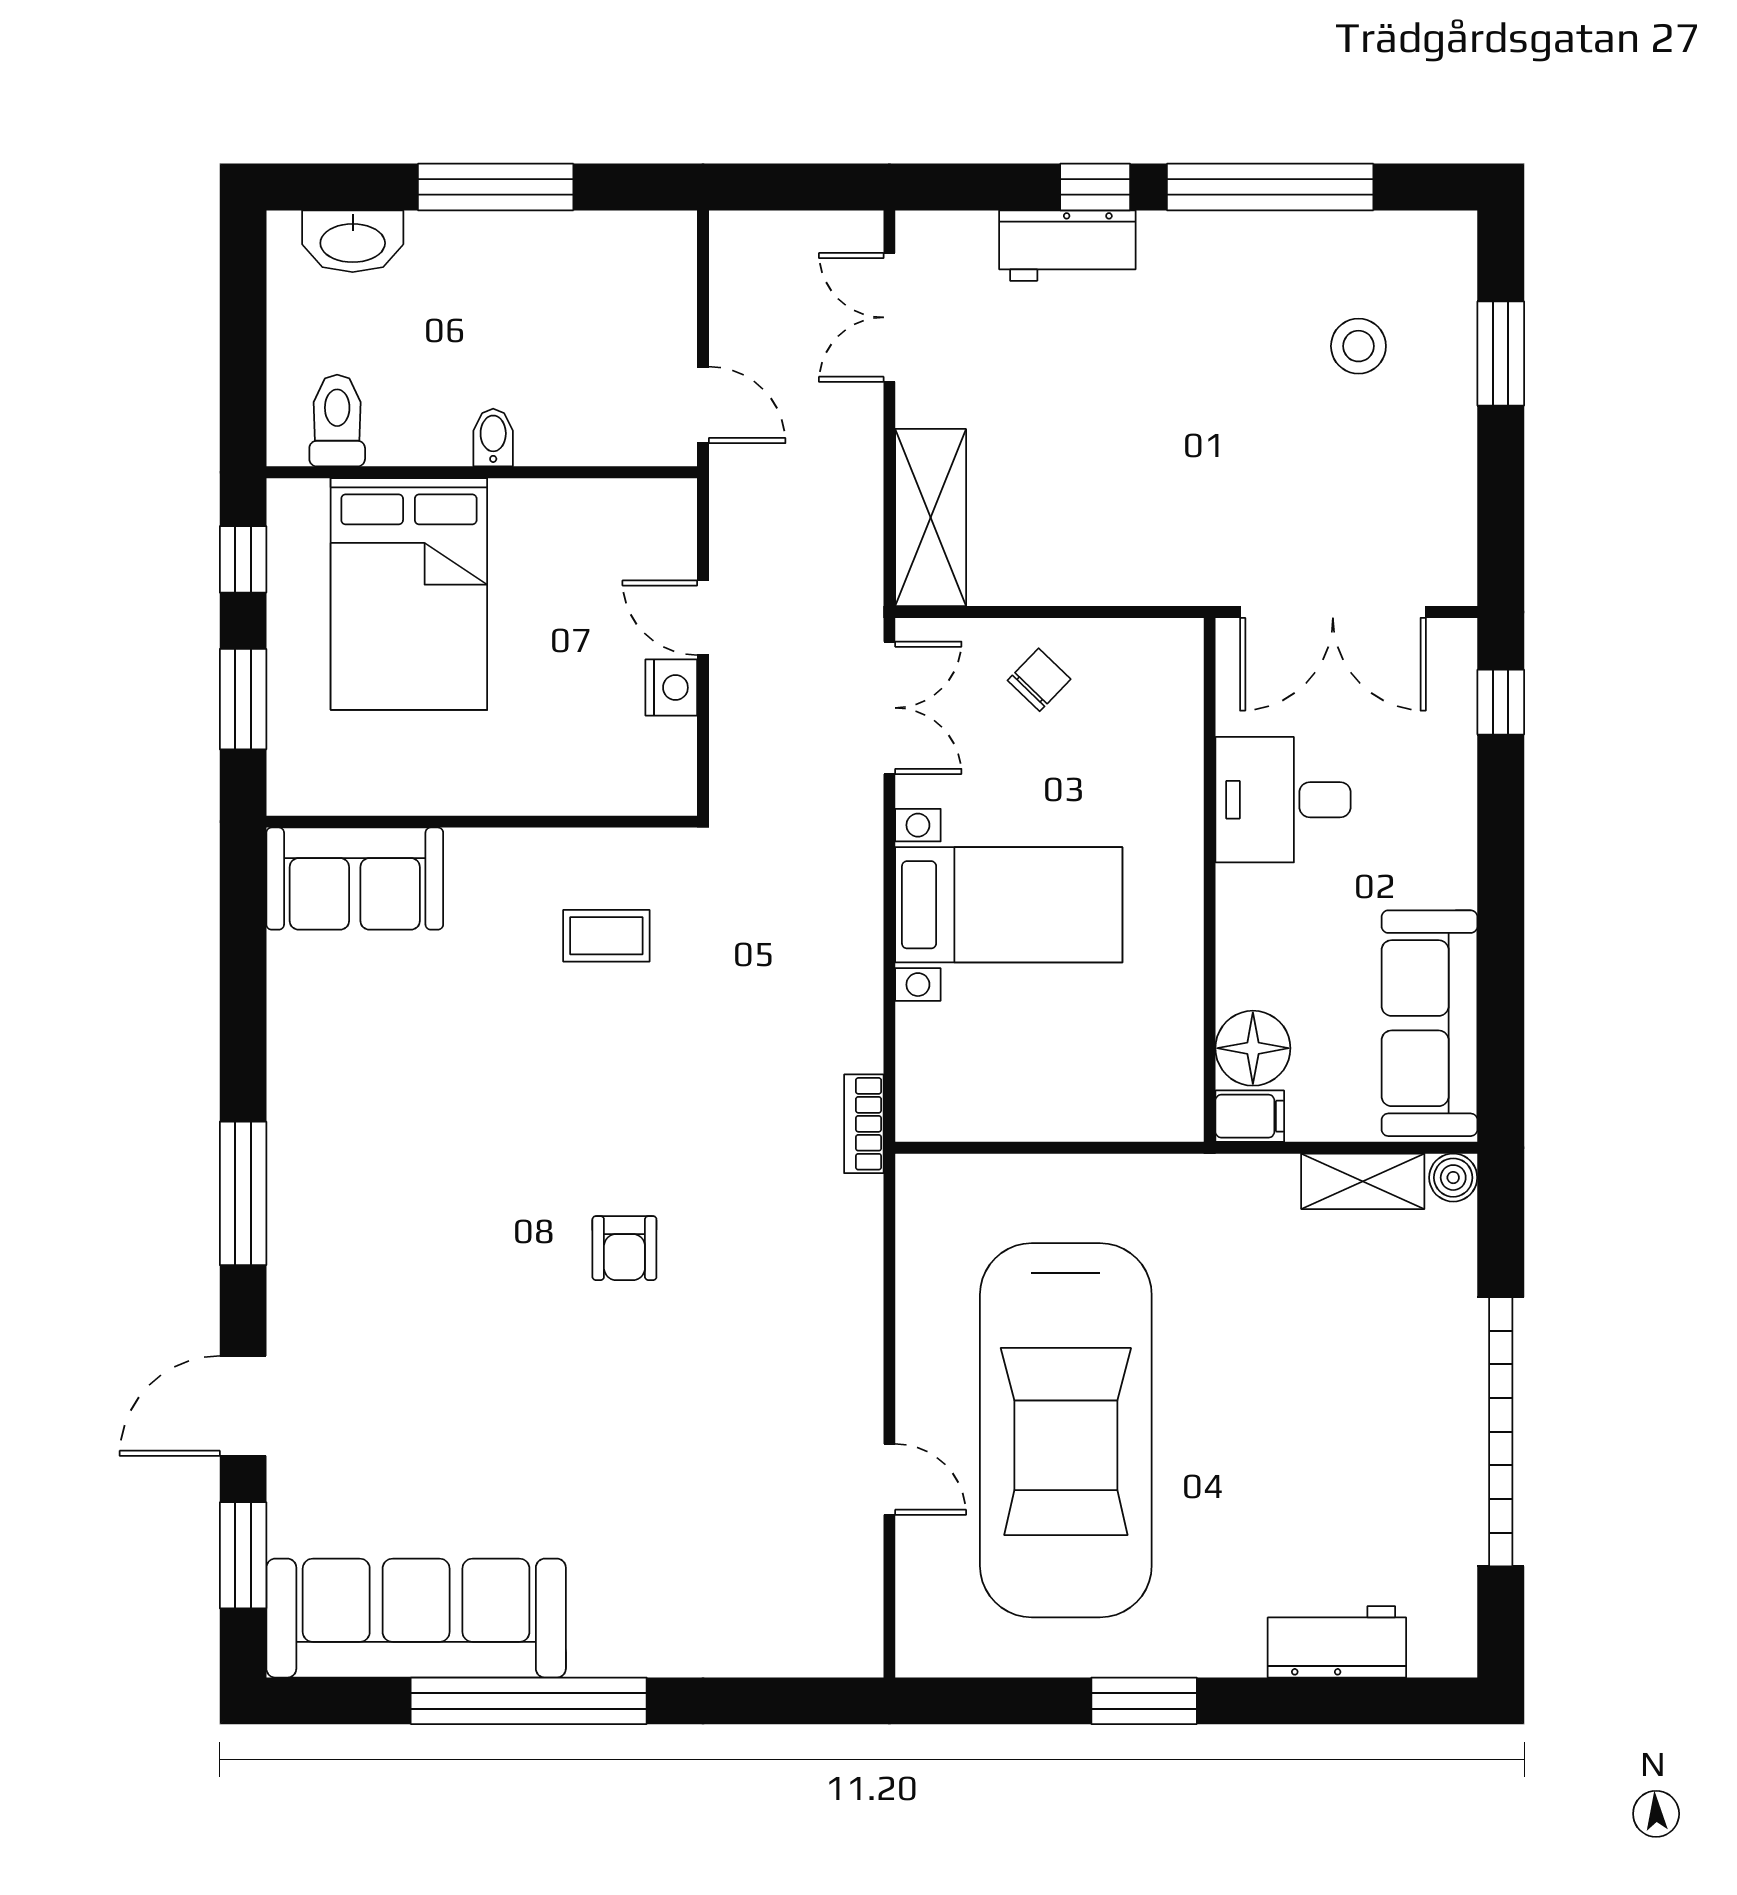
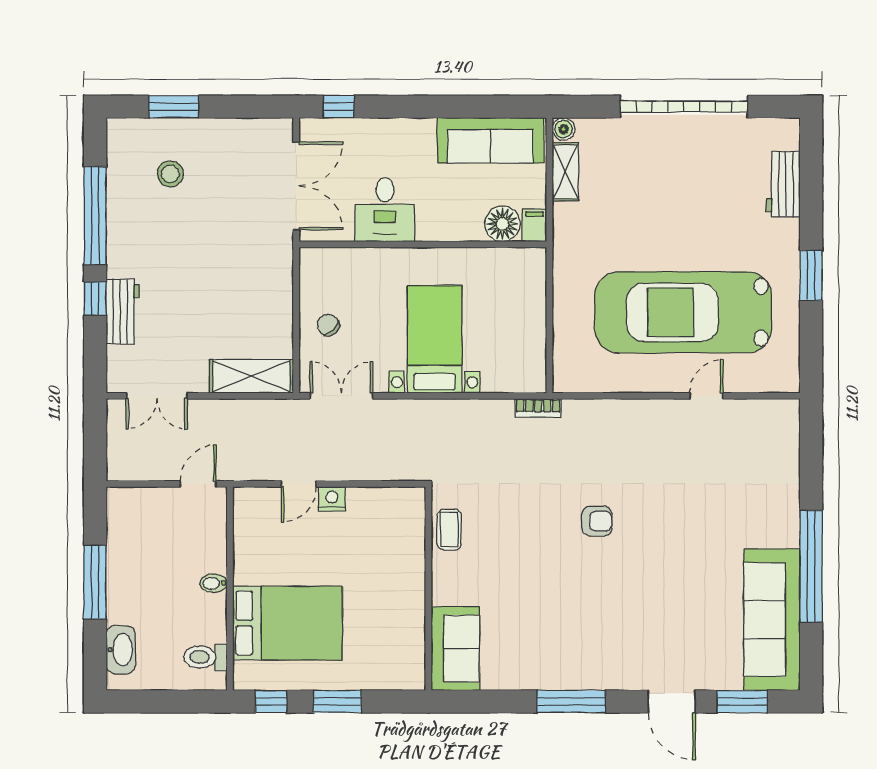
wall: (482, 822) -> (428, 589), moved
sofa: (355, 879) -> (455, 649), moved
car: (1066, 1430) -> (683, 312), turned 180

